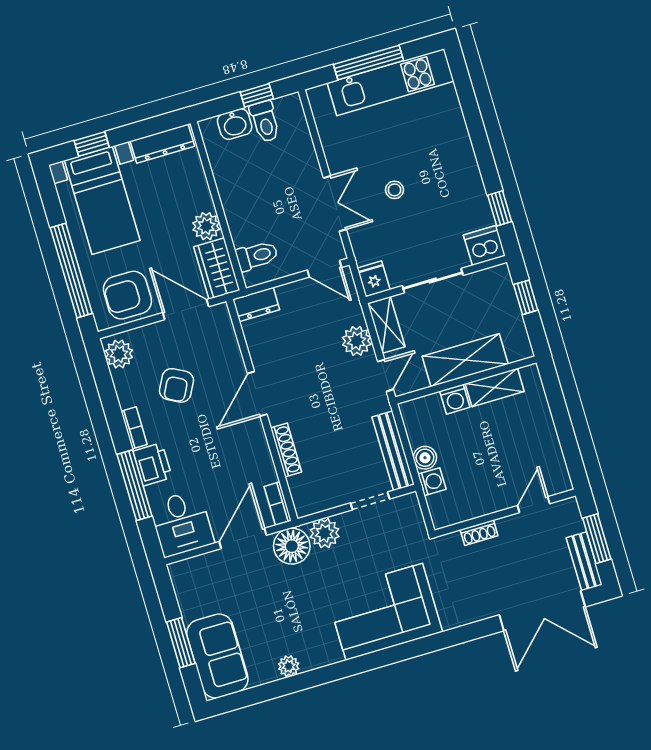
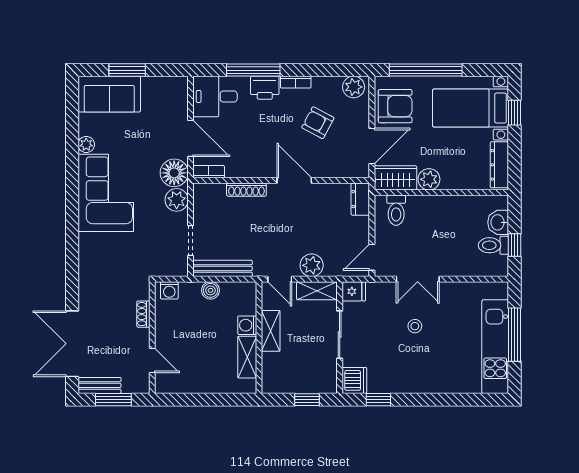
armchair: (127, 295) -> (395, 106), turned 90
shelving: (465, 360) -> (271, 331), width x0.67, depth x0.75
washing machine: (432, 482) -> (169, 290), moved
corner sofa: (384, 612) -> (106, 193), moved

